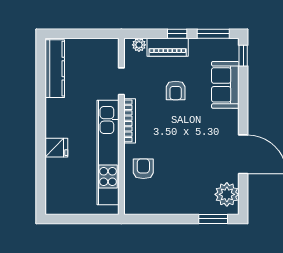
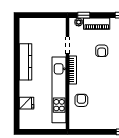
window: (177, 34) -> (84, 15), moved
kitchen counter: (55, 69) -> (25, 62), moved
fridge: (56, 148) -> (26, 103), moved

